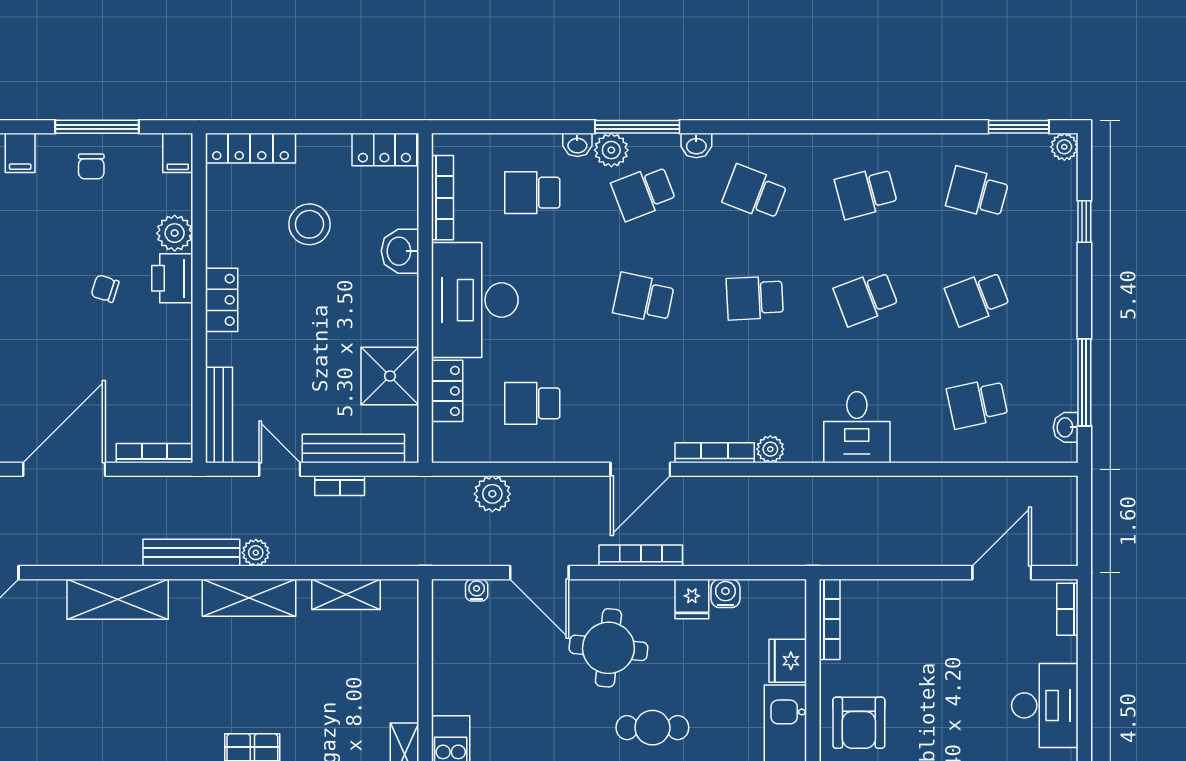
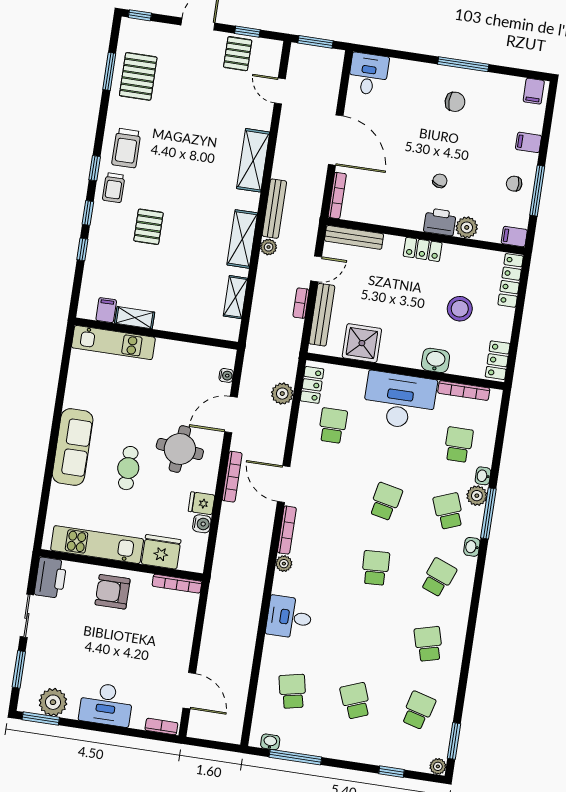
school desk: (866, 298) -> (365, 634), removed
locker: (447, 391) -> (312, 385), moved, turned -90
fridge: (788, 661) -> (161, 552), width x1.36, depth x1.34

